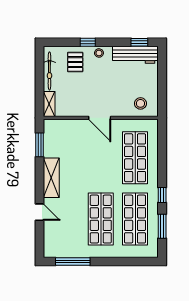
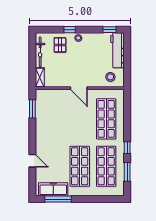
workbench: (135, 55) -> (117, 50), moved, turned 90
shelving: (51, 178) -> (41, 134), removed
freezer: (67, 249) -> (53, 189), added

